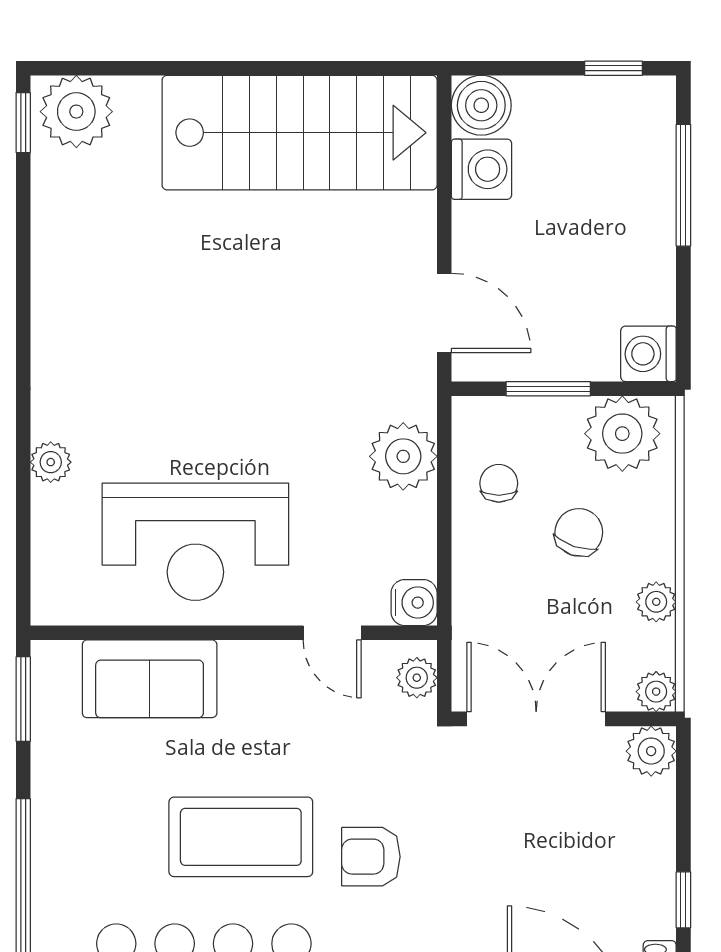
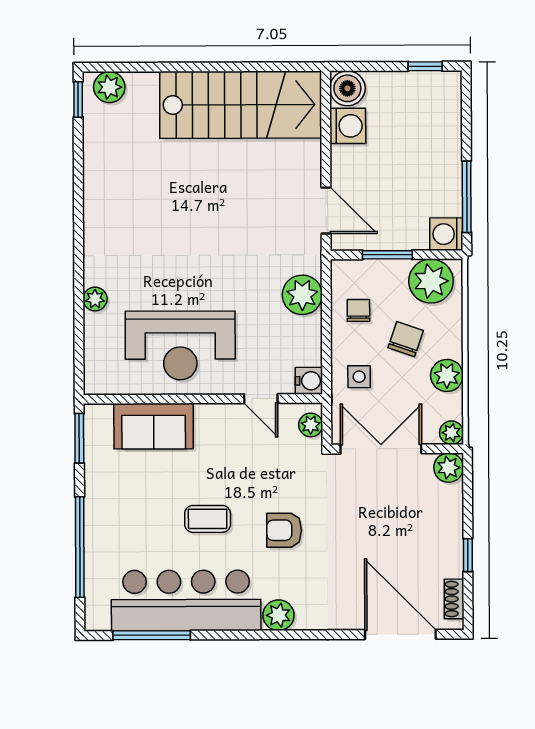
plant: (76, 112) -> (109, 87), width x0.73, depth x0.73
window: (683, 185) -> (467, 197), moved
side table: (499, 596) -> (359, 377), added
plant: (656, 602) -> (447, 375), width x1.38, depth x1.38
coffee table: (241, 837) -> (208, 519), width x0.54, depth x0.58

